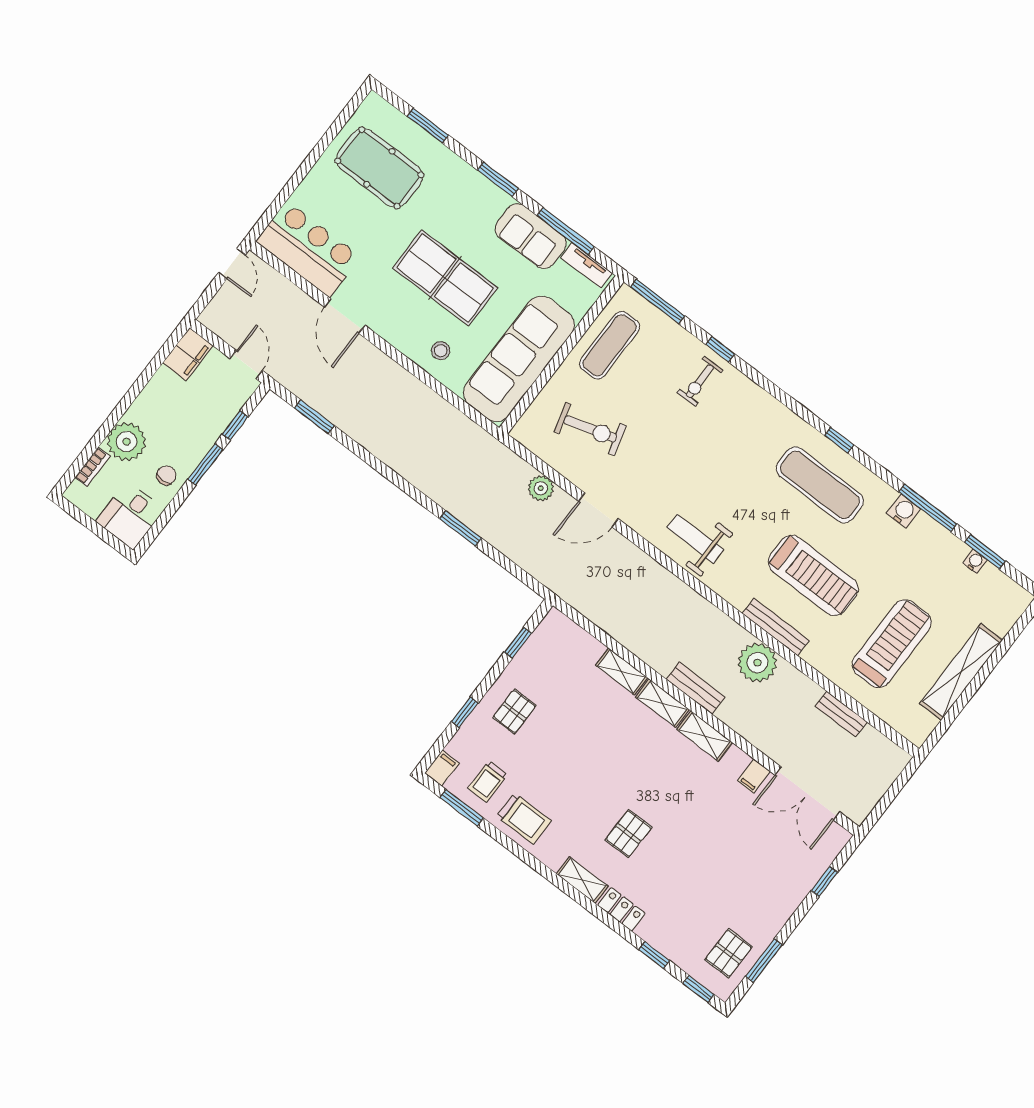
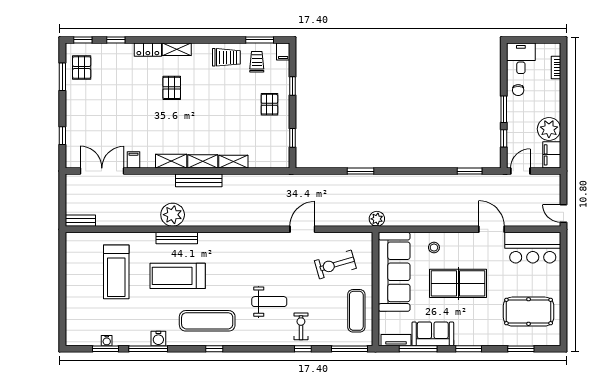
door: (246, 365) -> (520, 171), swing flipped
plant: (127, 442) -> (549, 129), moved
plant: (541, 488) -> (377, 219), moved
weight bench: (695, 539) -> (269, 302), moved
shelving: (961, 672) -> (73, 284), removed
bench: (696, 688) -> (199, 180), width x1.36
bench: (841, 714) -> (80, 221), moved
trolley: (524, 818) -> (226, 57), turned 180

